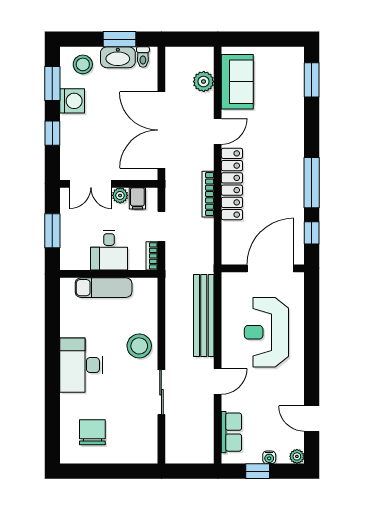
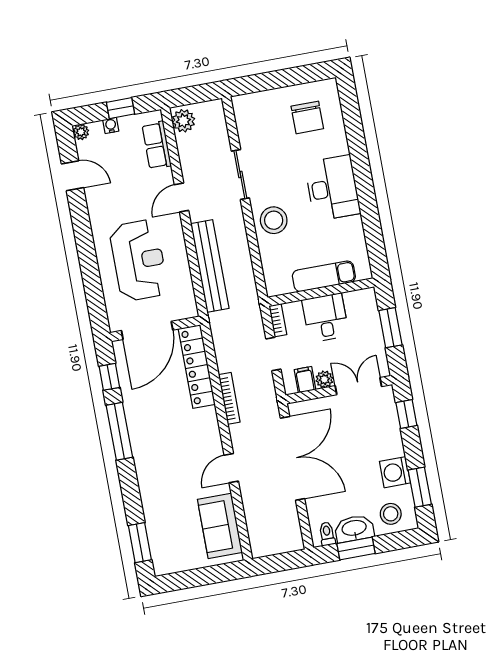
plant: (204, 82) -> (183, 121), moved
window: (52, 133) -> (406, 414), moved
locker: (232, 184) -> (197, 367), moved

